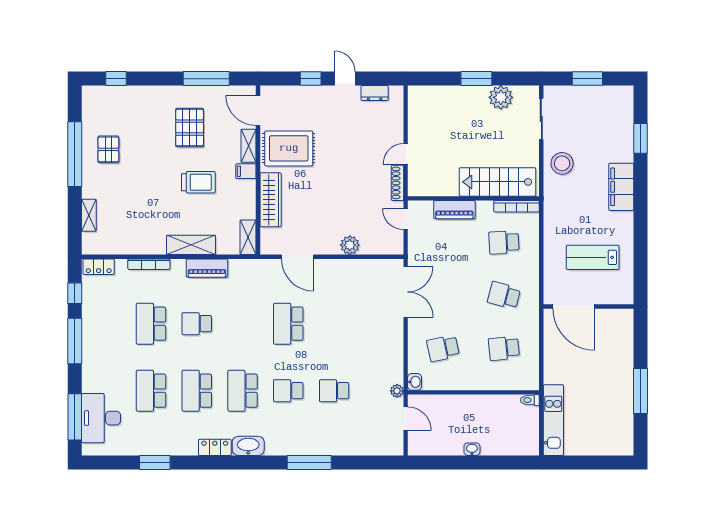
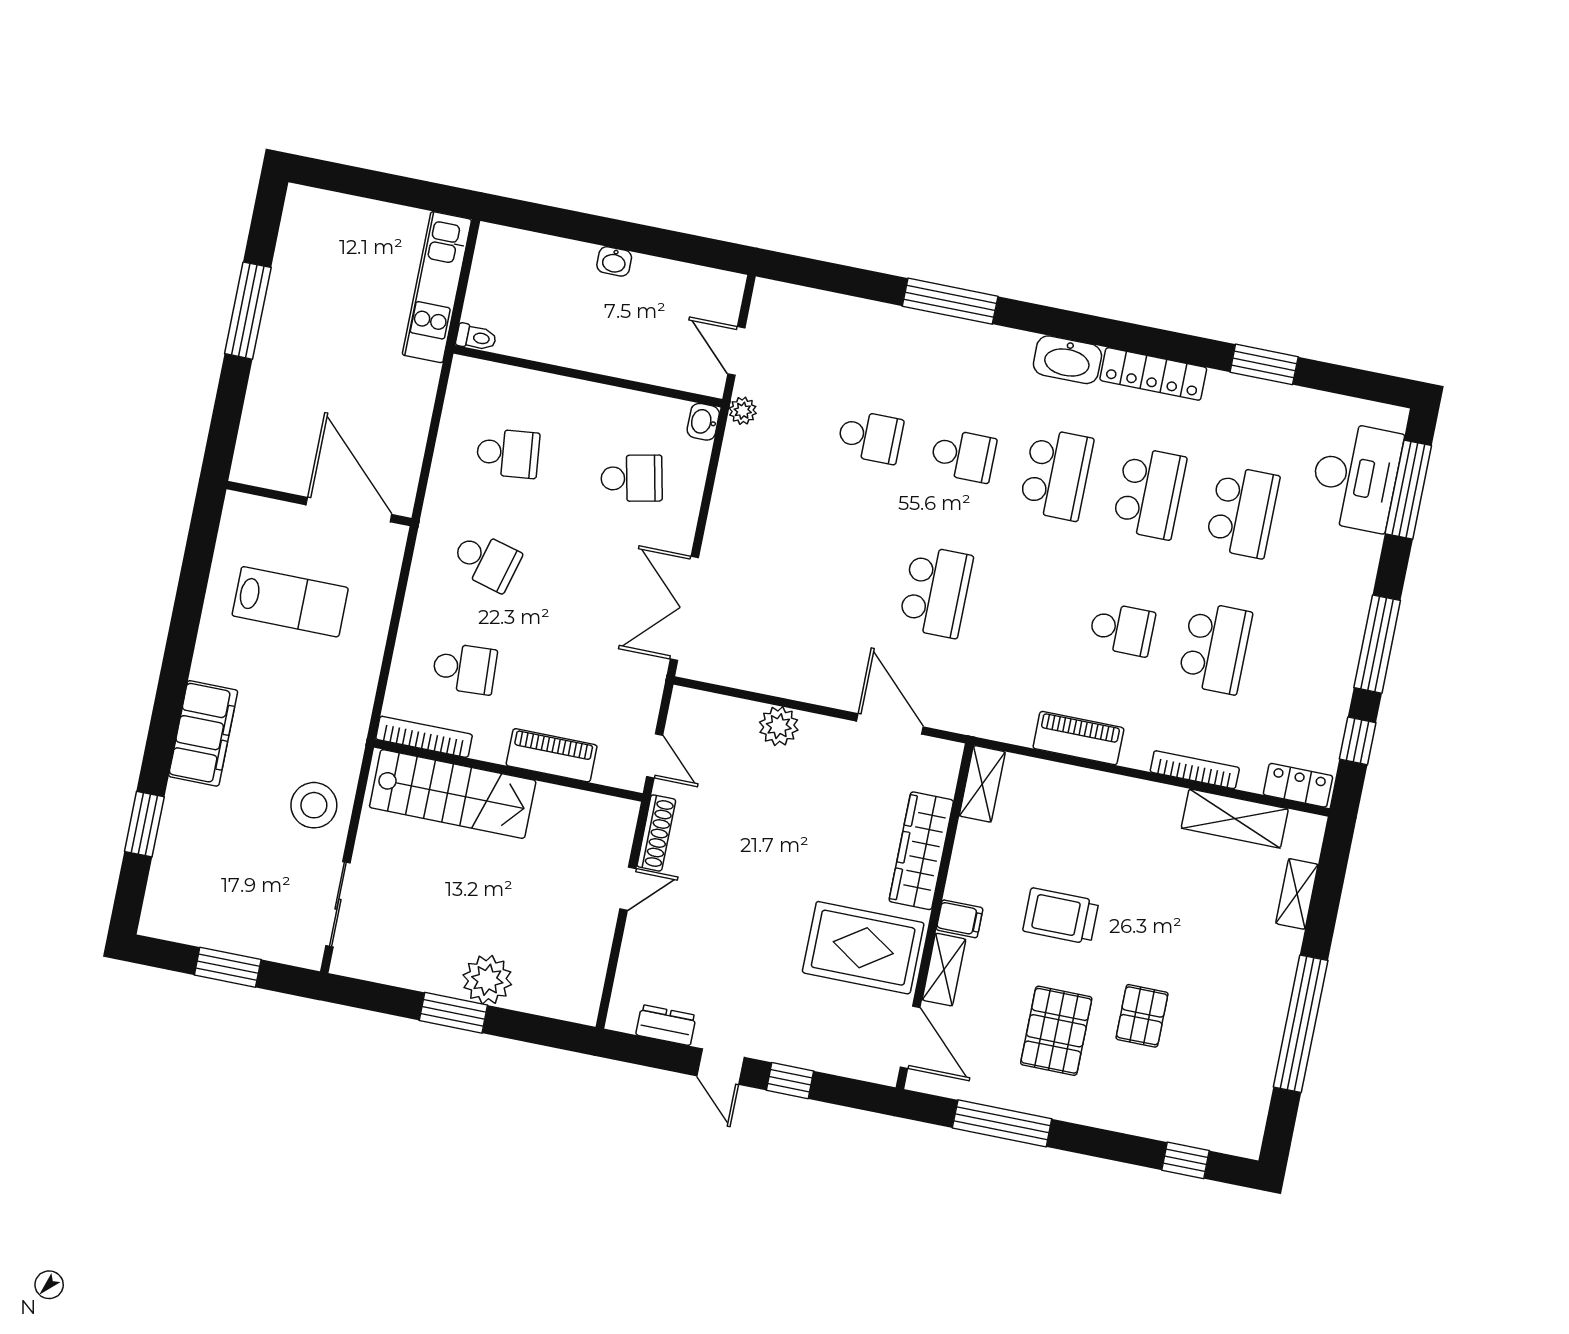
plant: (501, 97) -> (487, 980), moved
pallet: (108, 149) -> (1142, 1016), moved
shelving: (191, 245) -> (1235, 818), moved
locker: (215, 447) -> (1153, 374), width x1.53

